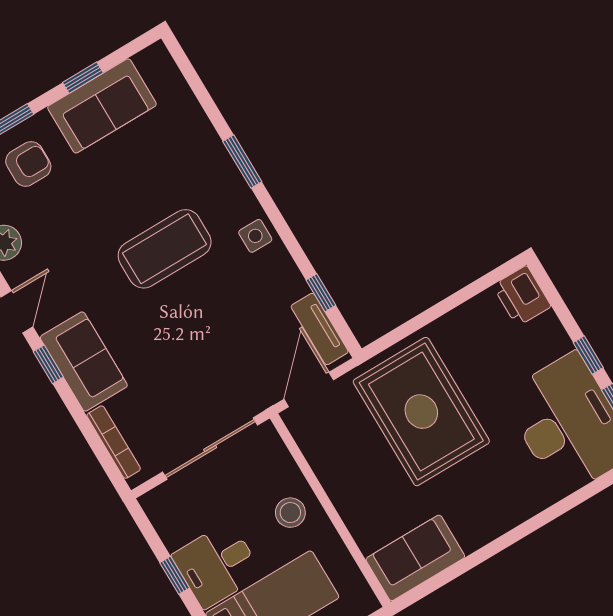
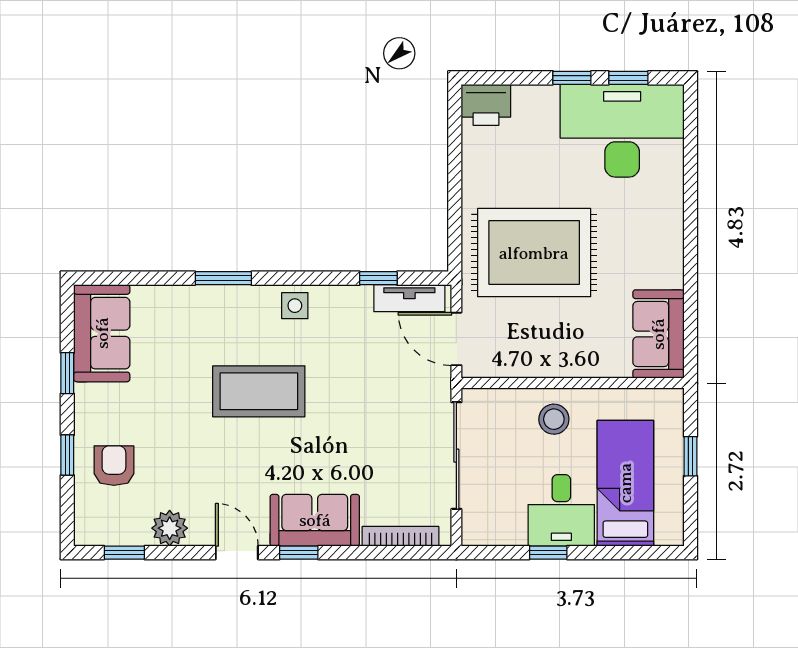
sofa: (102, 106) -> (102, 333), moved
coffee table: (165, 249) -> (259, 391), turned 90

